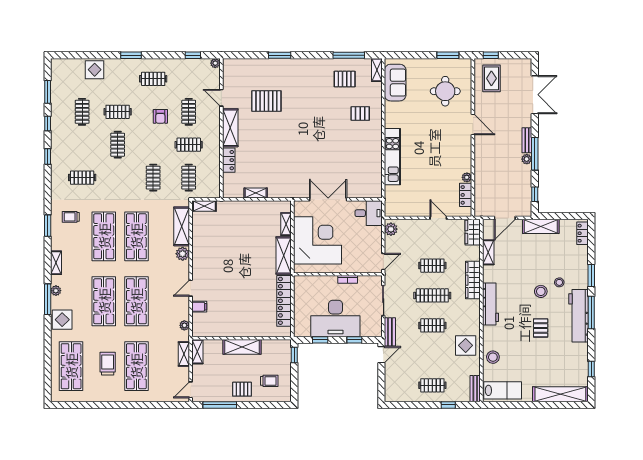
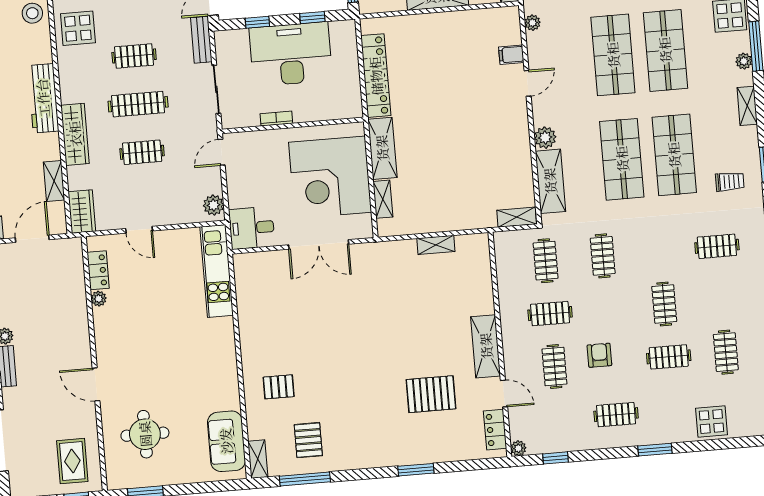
pallet: (345, 79) -> (308, 440), turned 90
kitchen unit: (392, 157) -> (217, 271), moved
locker: (229, 160) -> (495, 430), moved

